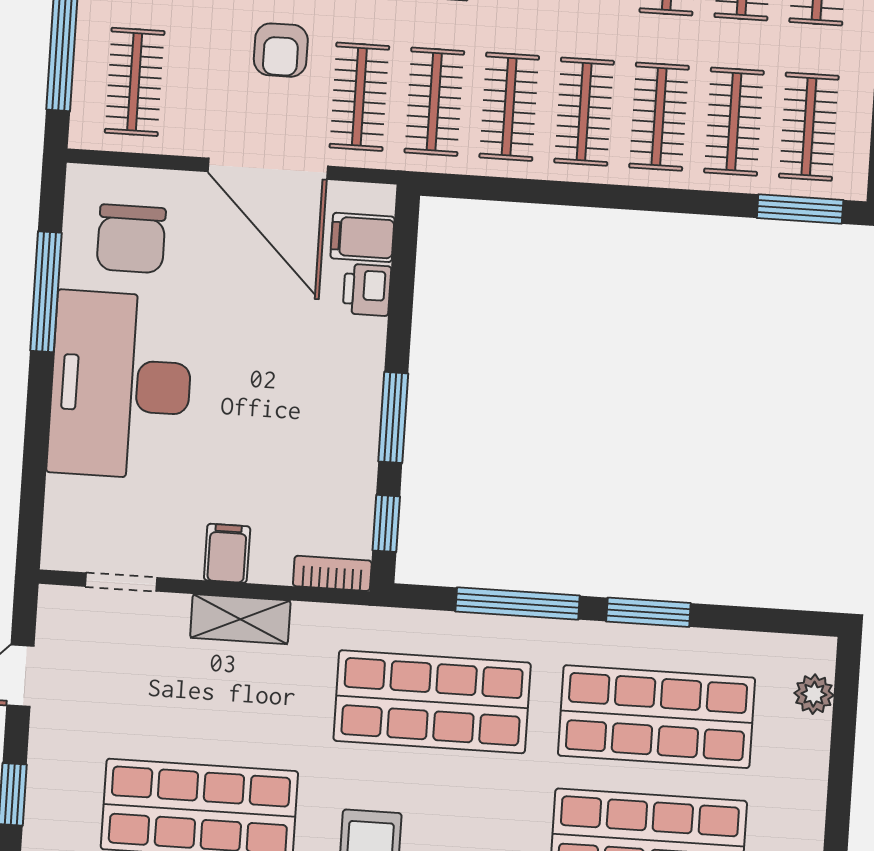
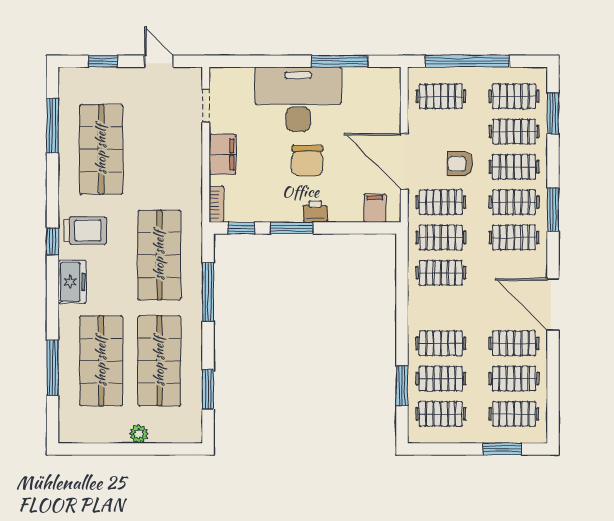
clothes rail: (584, 112) -> (441, 308), removed
door: (268, 169) -> (404, 161), hinge flipped
window: (800, 209) -> (402, 385), moved
chair: (131, 239) -> (307, 161), moved, turned -90
printer: (367, 290) -> (315, 212), moved
filing cabinet: (227, 553) -> (223, 154), width x2.00
window: (648, 612) -> (208, 389), moved
shelving: (240, 619) -> (192, 163), removed
plant: (814, 694) -> (139, 434), moved

